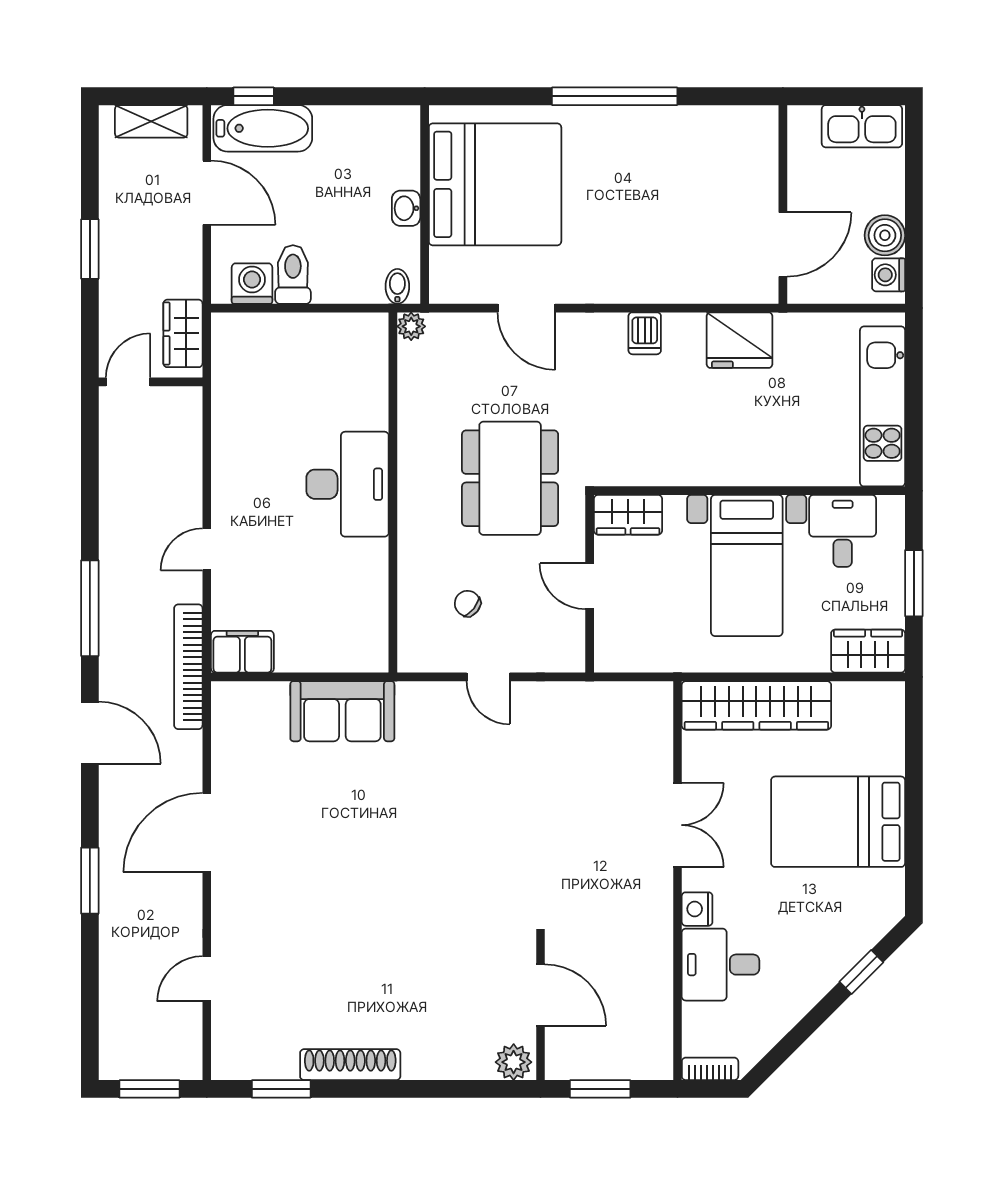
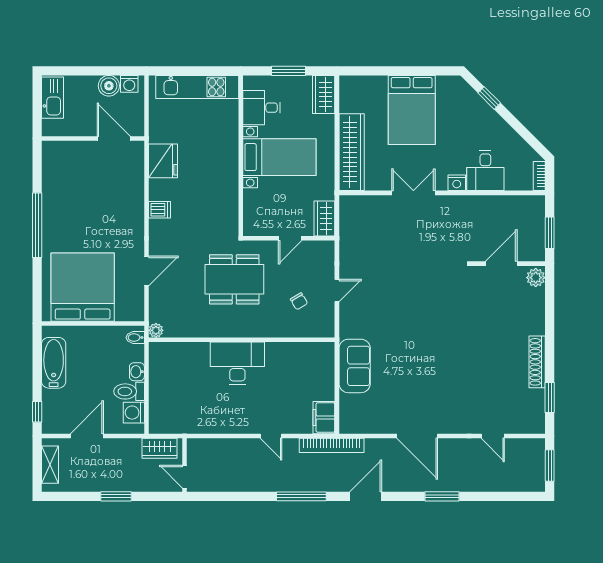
bathtub: (263, 128) -> (54, 363), moved
washbasin: (406, 208) -> (137, 372), moved, turned 90
wardrobe: (628, 515) -> (324, 218), moved, turned 180
chair: (467, 603) -> (299, 301), turned -70

